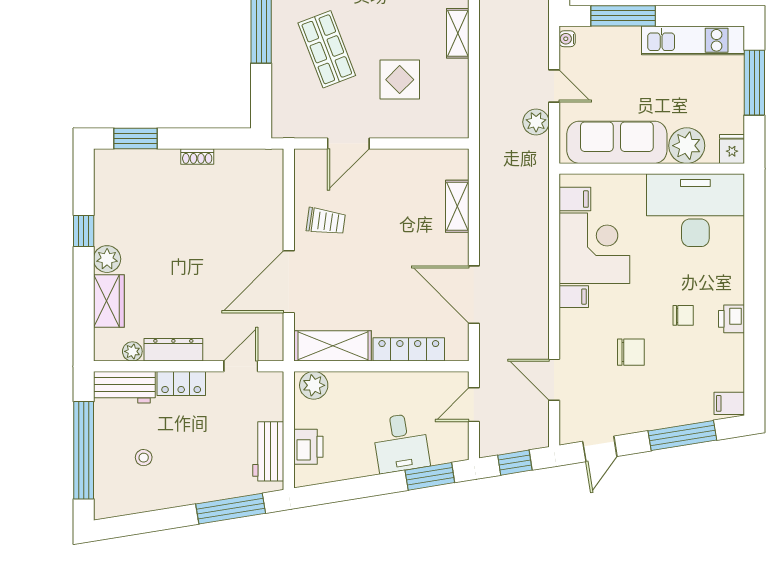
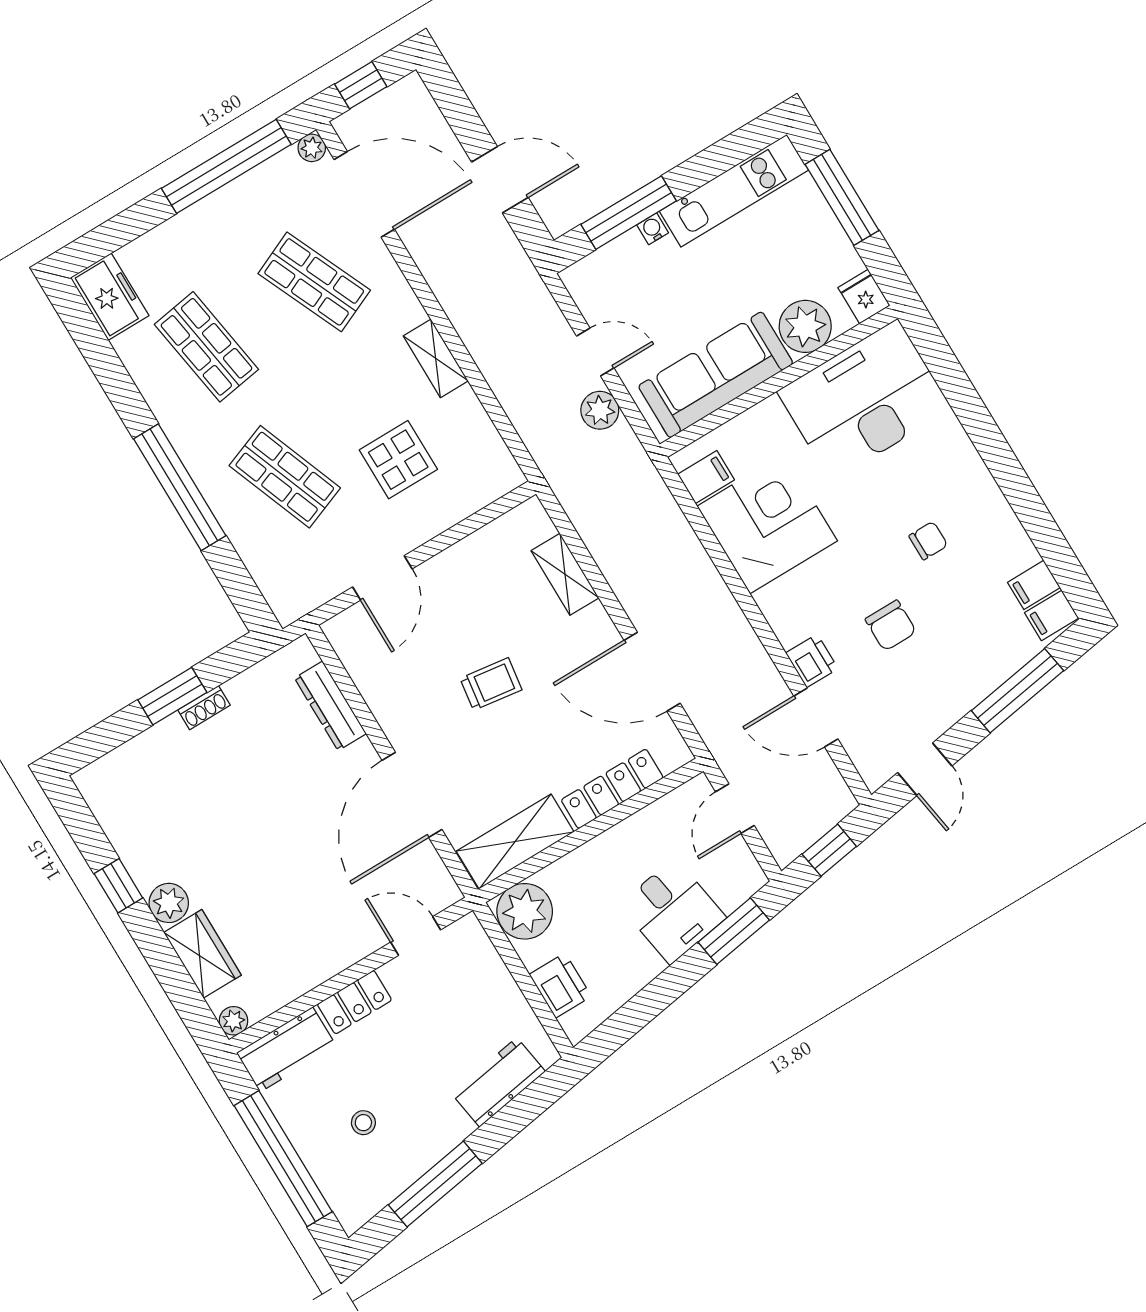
water cooler: (567, 39) -> (653, 229), moved, turned 90
window: (135, 138) -> (172, 696), moved
trolley: (326, 221) -> (491, 684), moved
filing cabinet: (574, 297) -> (1034, 585), moved, turned 180
printer: (731, 319) -> (812, 661), moved, turned 180
dresser: (173, 350) -> (330, 706), moved, turned -90
plant: (132, 351) -> (234, 1021), moved
chair: (631, 352) -> (891, 625), turned 90
door: (241, 366) -> (416, 936), hinge flipped
plant: (314, 385) -> (525, 911), width x1.36, depth x1.36
workbench: (268, 451) -> (498, 1082), moved, turned 81
window: (231, 509) -> (435, 1184), moved

